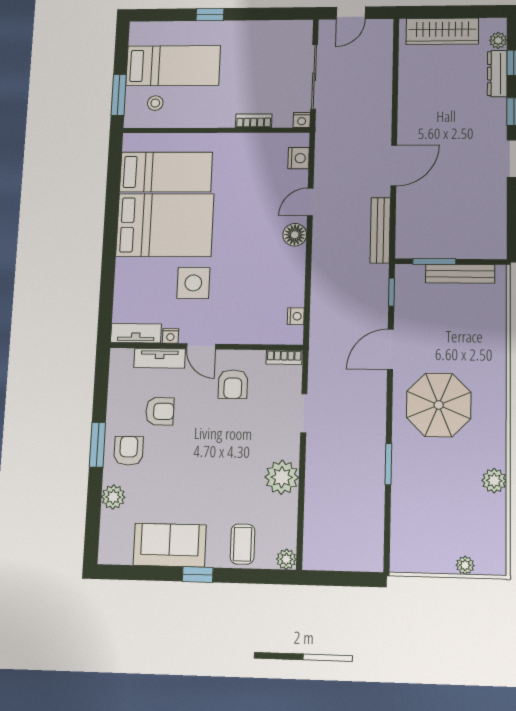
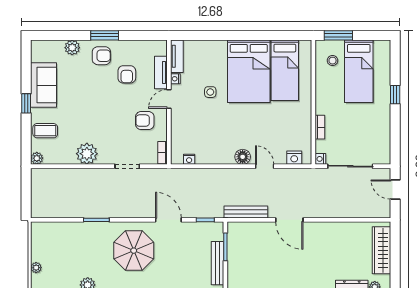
side table: (193, 283) -> (210, 92), width x0.54, depth x0.54

